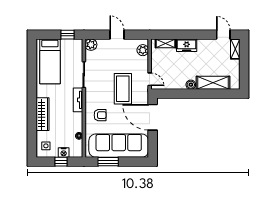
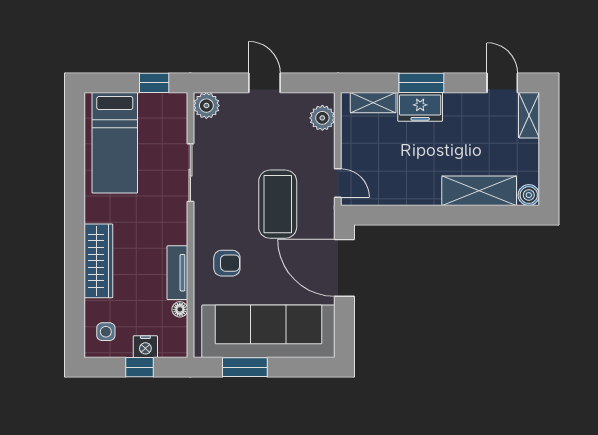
window: (187, 35) -> (421, 83), added
boiler: (191, 85) -> (529, 195), moved
tv unit: (78, 100) -> (177, 273), moved

